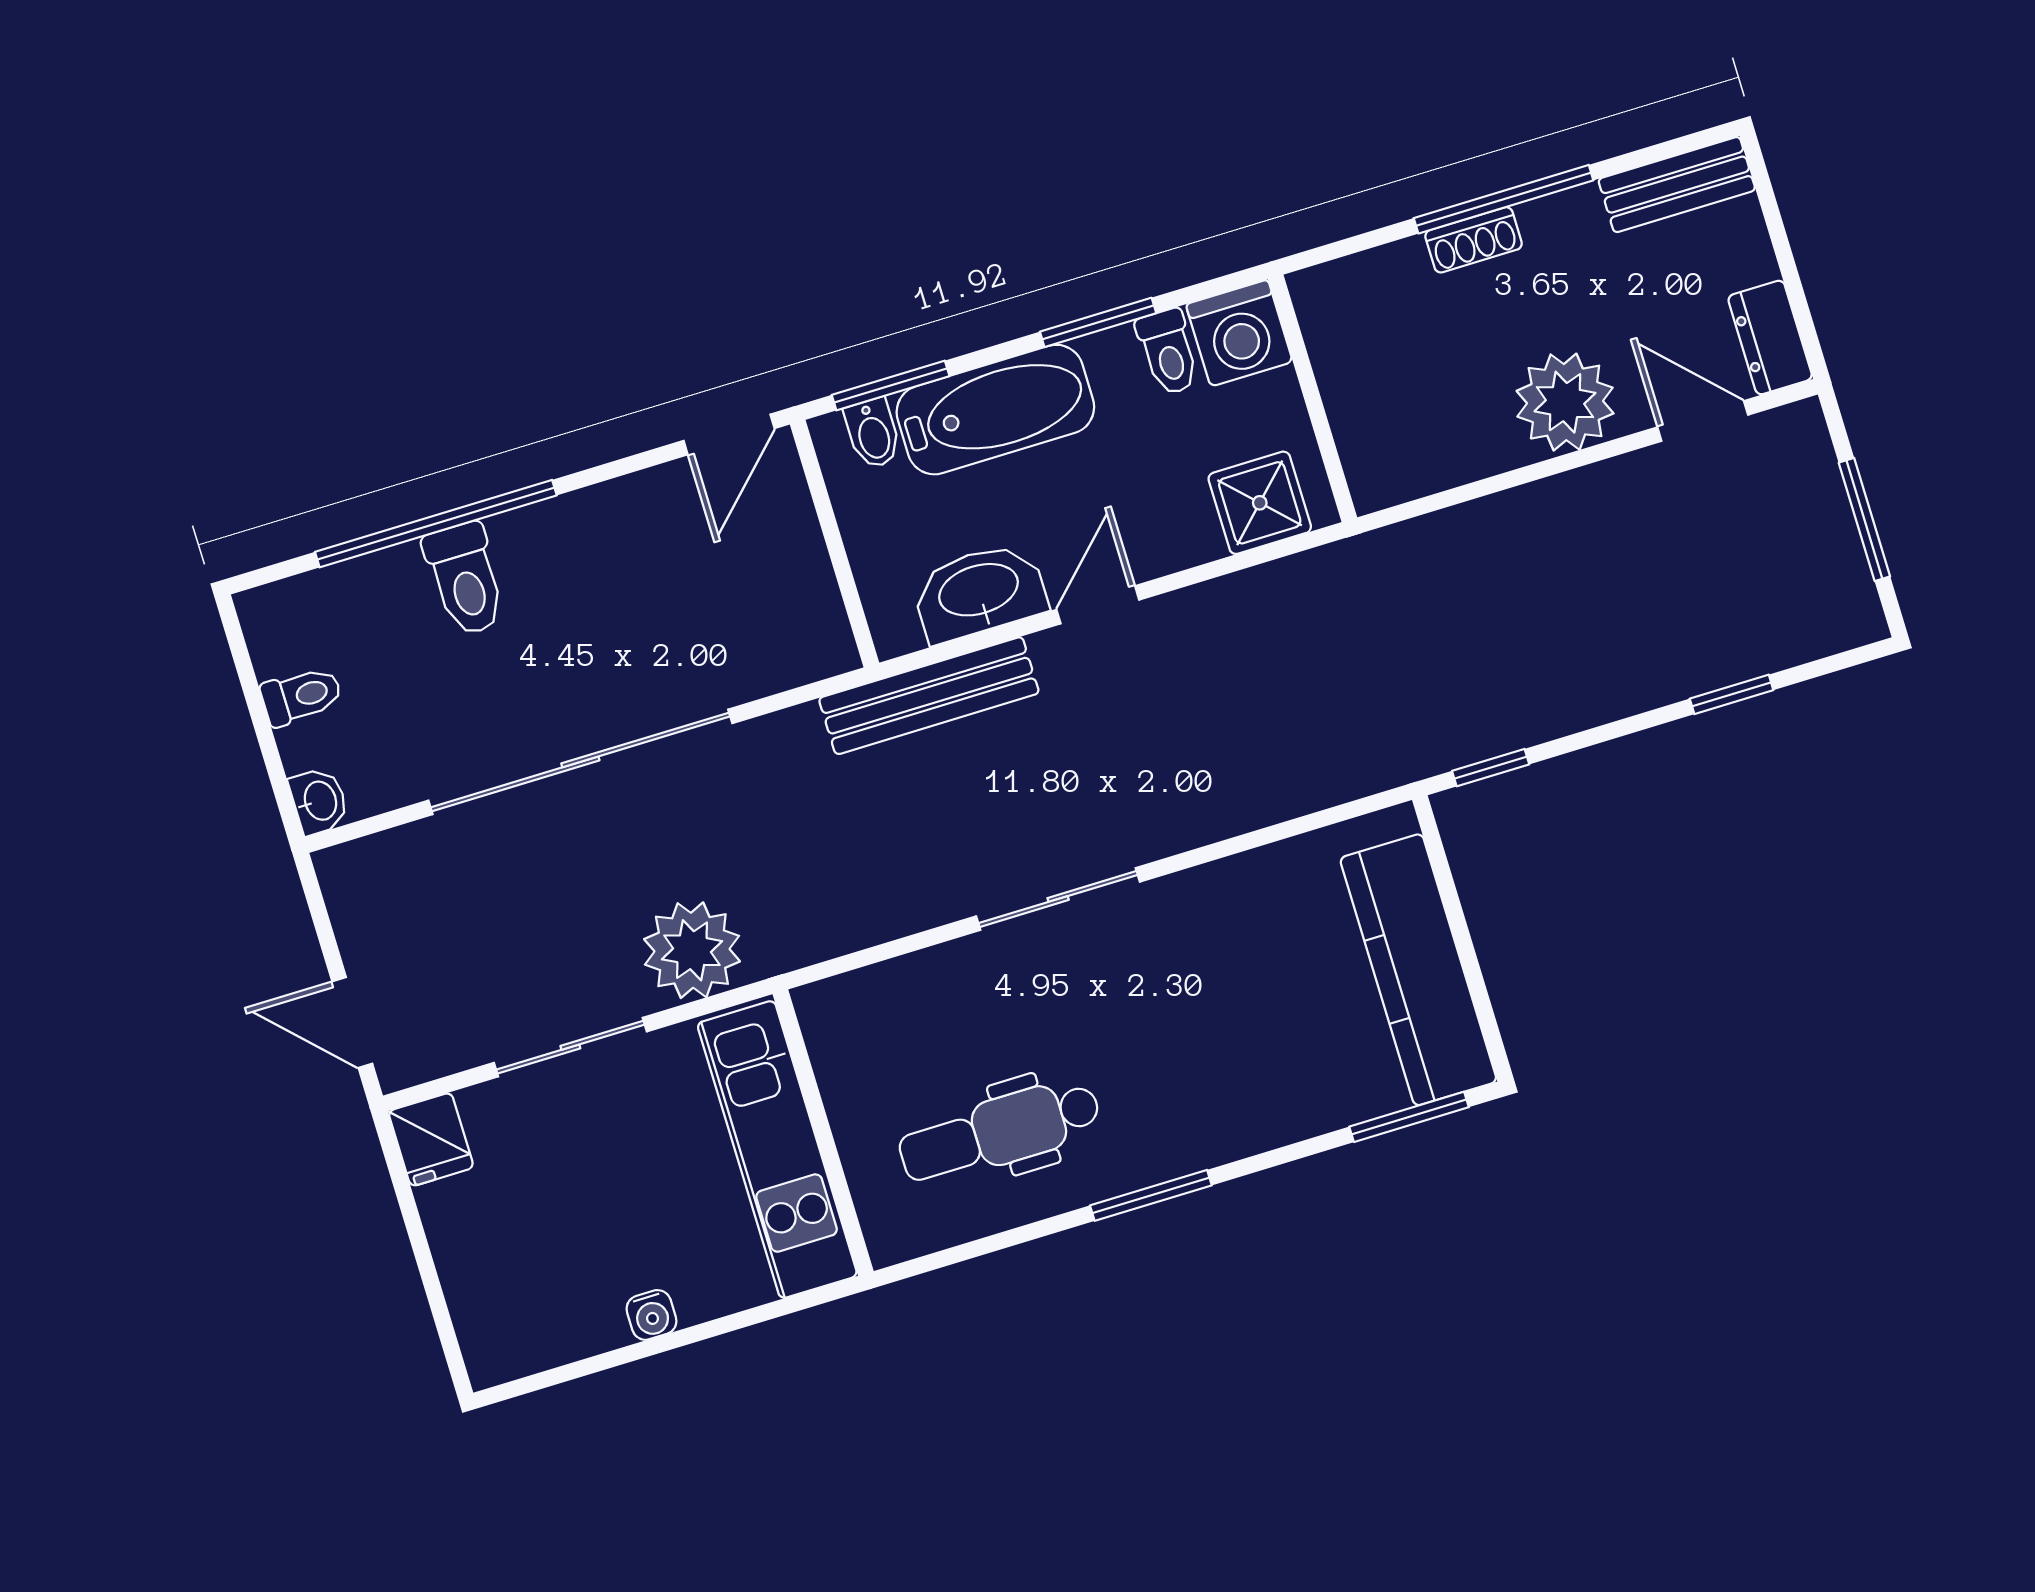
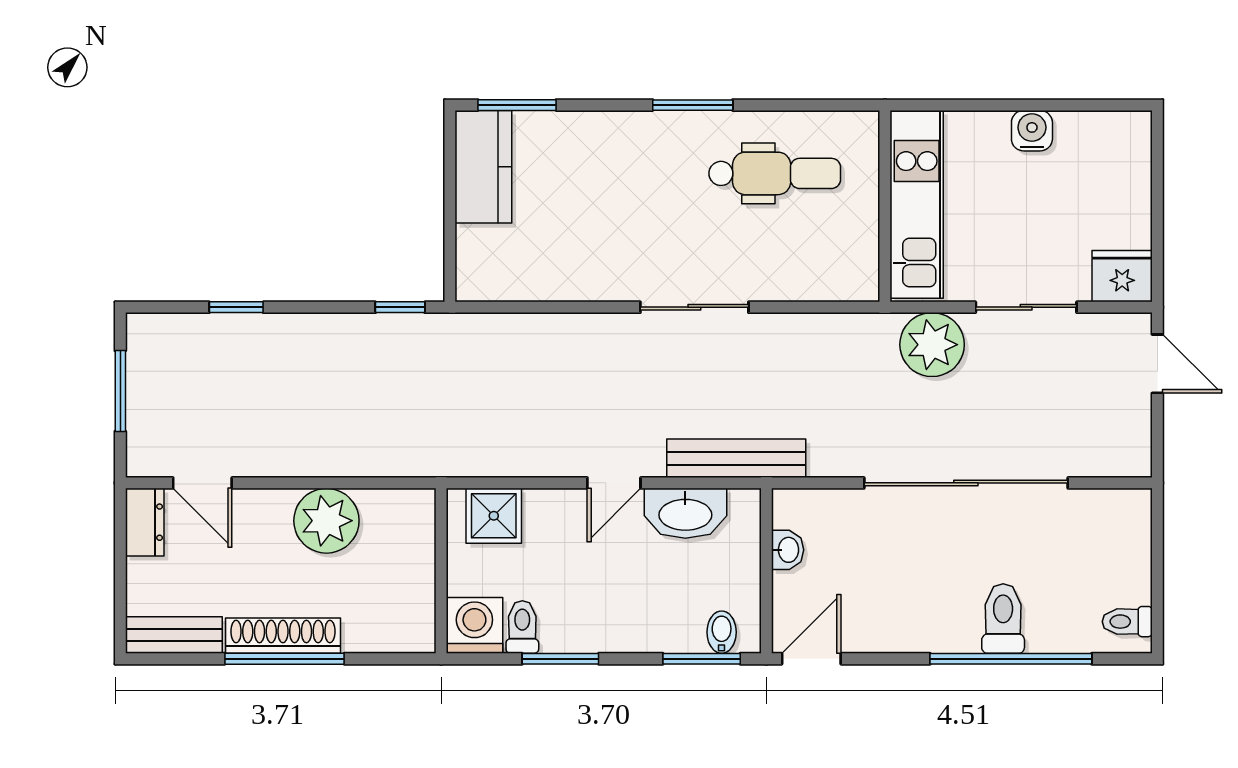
shoe rack: (1474, 240) -> (283, 636), width x1.94, depth x1.24
plant: (1565, 402) -> (326, 521), moved
bathtub: (995, 410) -> (641, 624), removed
toilet: (301, 696) -> (1127, 622), moved
washbasin: (319, 801) -> (788, 550), moved, turned 180
kitchen counter: (1418, 970) -> (483, 167), width x0.67
fridge: (431, 1139) -> (1122, 276), width x1.38
water cooler: (651, 1315) -> (1032, 131), width x1.38, depth x1.38

